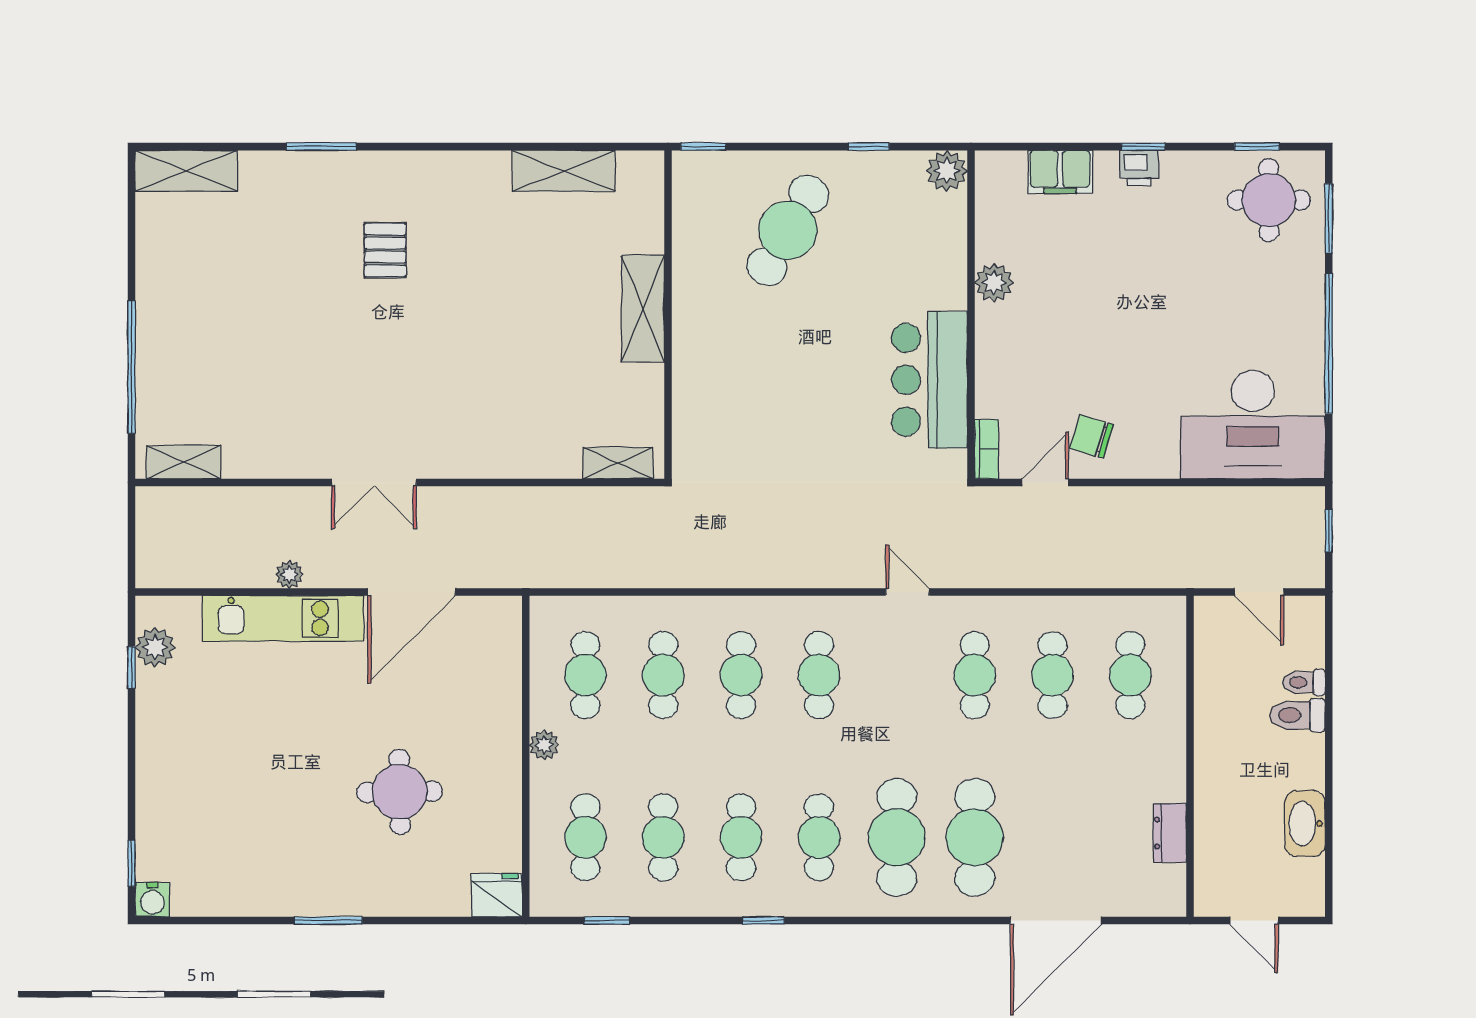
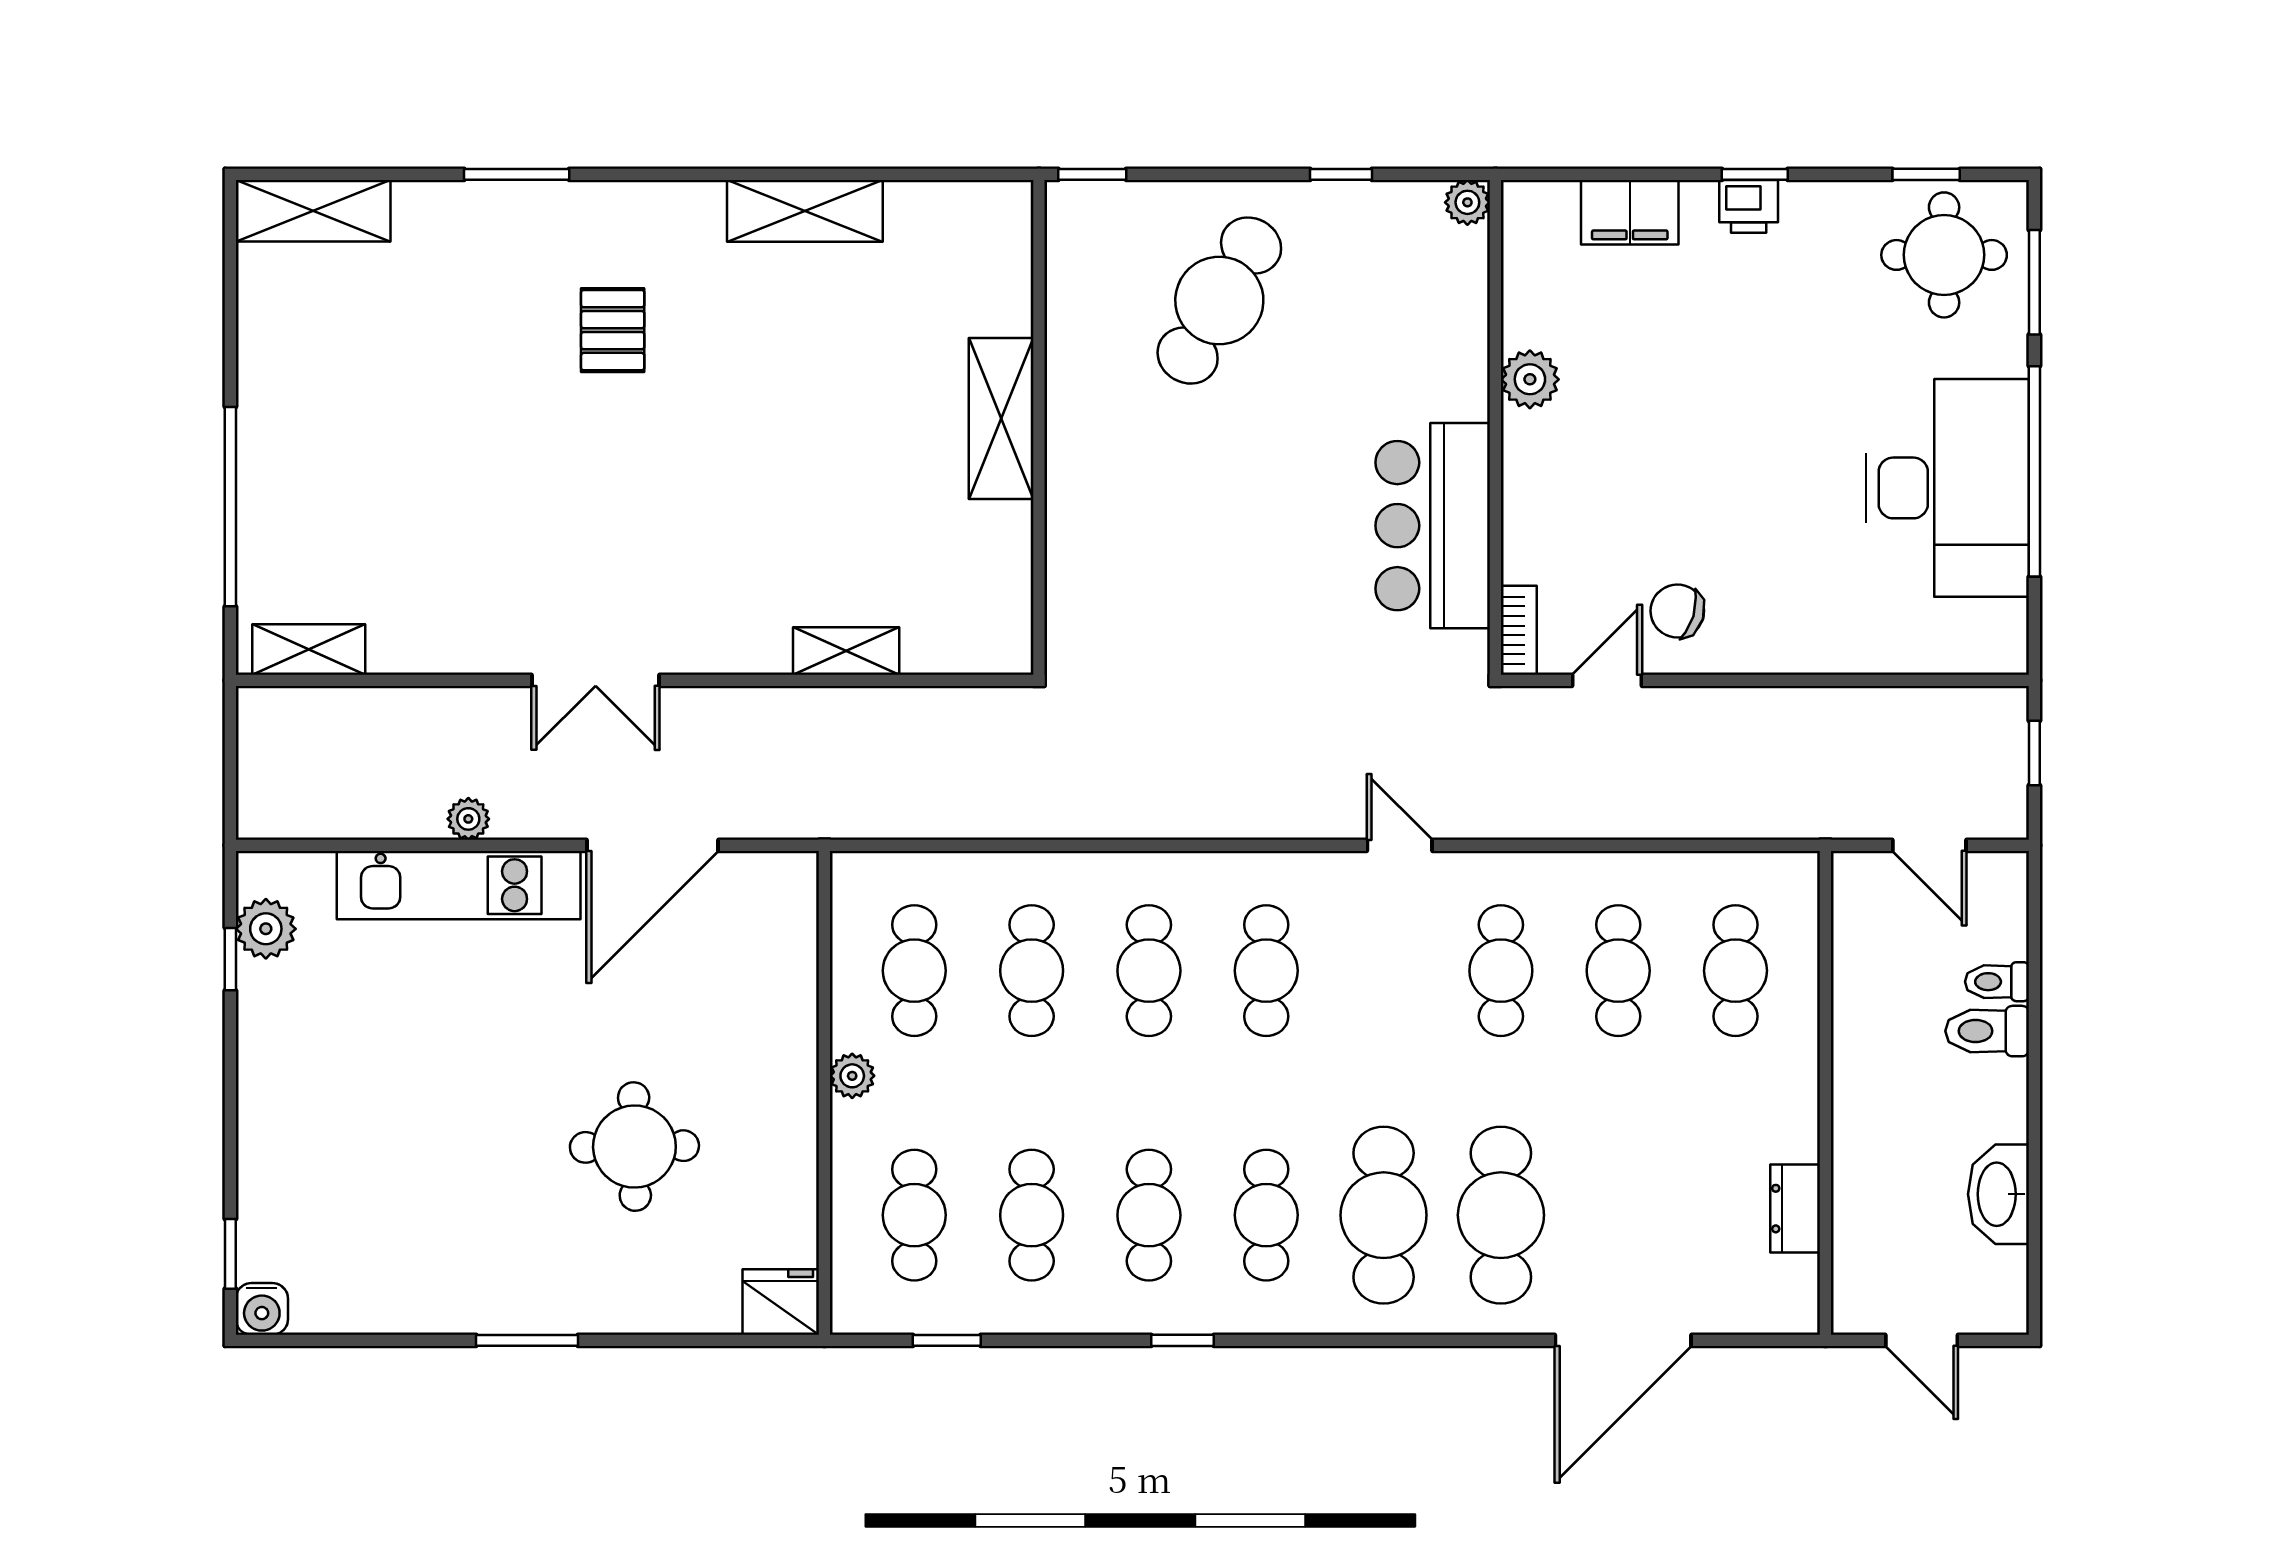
shelving: (564, 171) -> (805, 211), moved
plant: (947, 171) -> (1467, 202), width x0.73, depth x0.73
desk: (1253, 425) -> (1947, 488), moved, turned -90
shelving: (618, 463) -> (846, 651), moved

